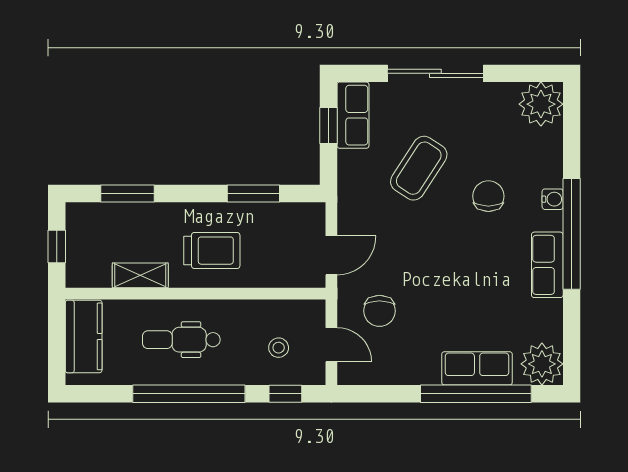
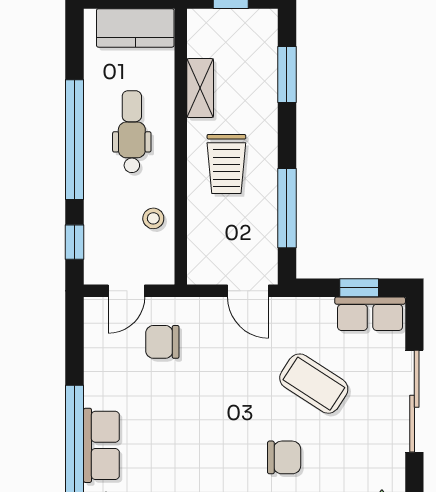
window: (253, 193) -> (287, 208), width x1.44
door: (331, 255) -> (248, 291), moved
stool: (279, 348) -> (153, 218), moved

